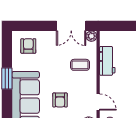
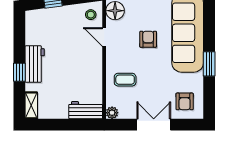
double door: (71, 26) -> (154, 125), moved
workbench: (107, 61) -> (86, 110), moved, turned 90

